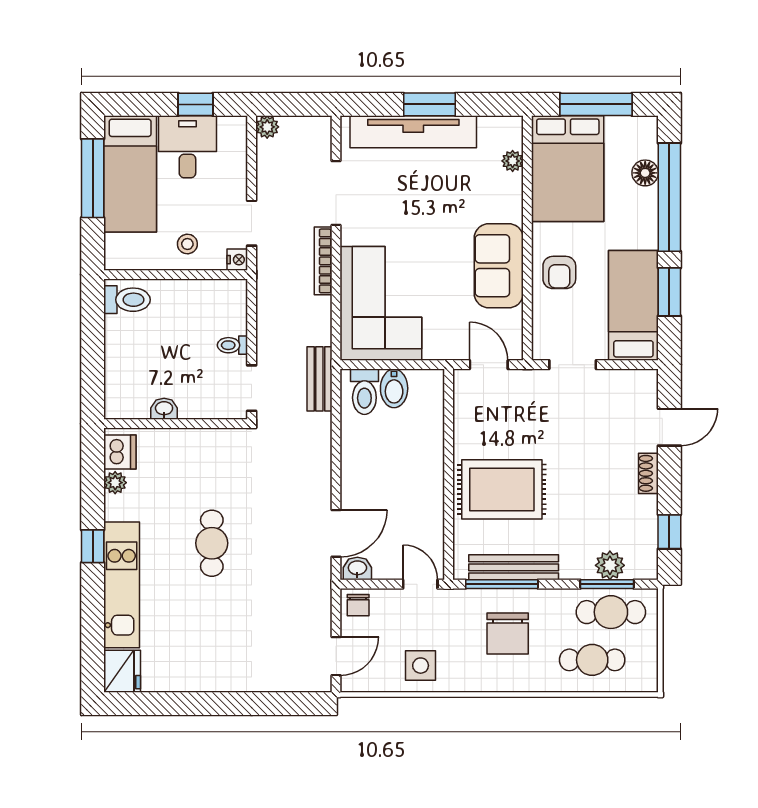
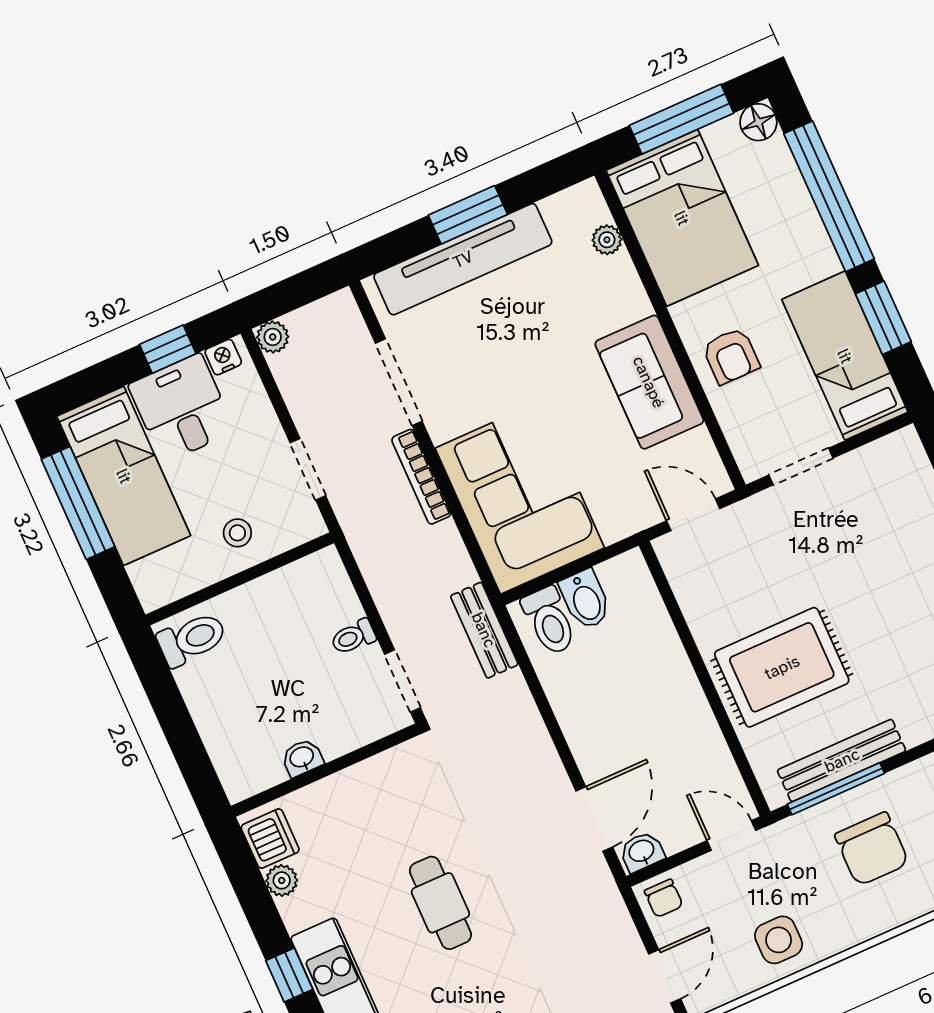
floor lamp: (645, 173) -> (758, 122), moved
nightstand: (237, 260) -> (223, 357), moved, turned -90

